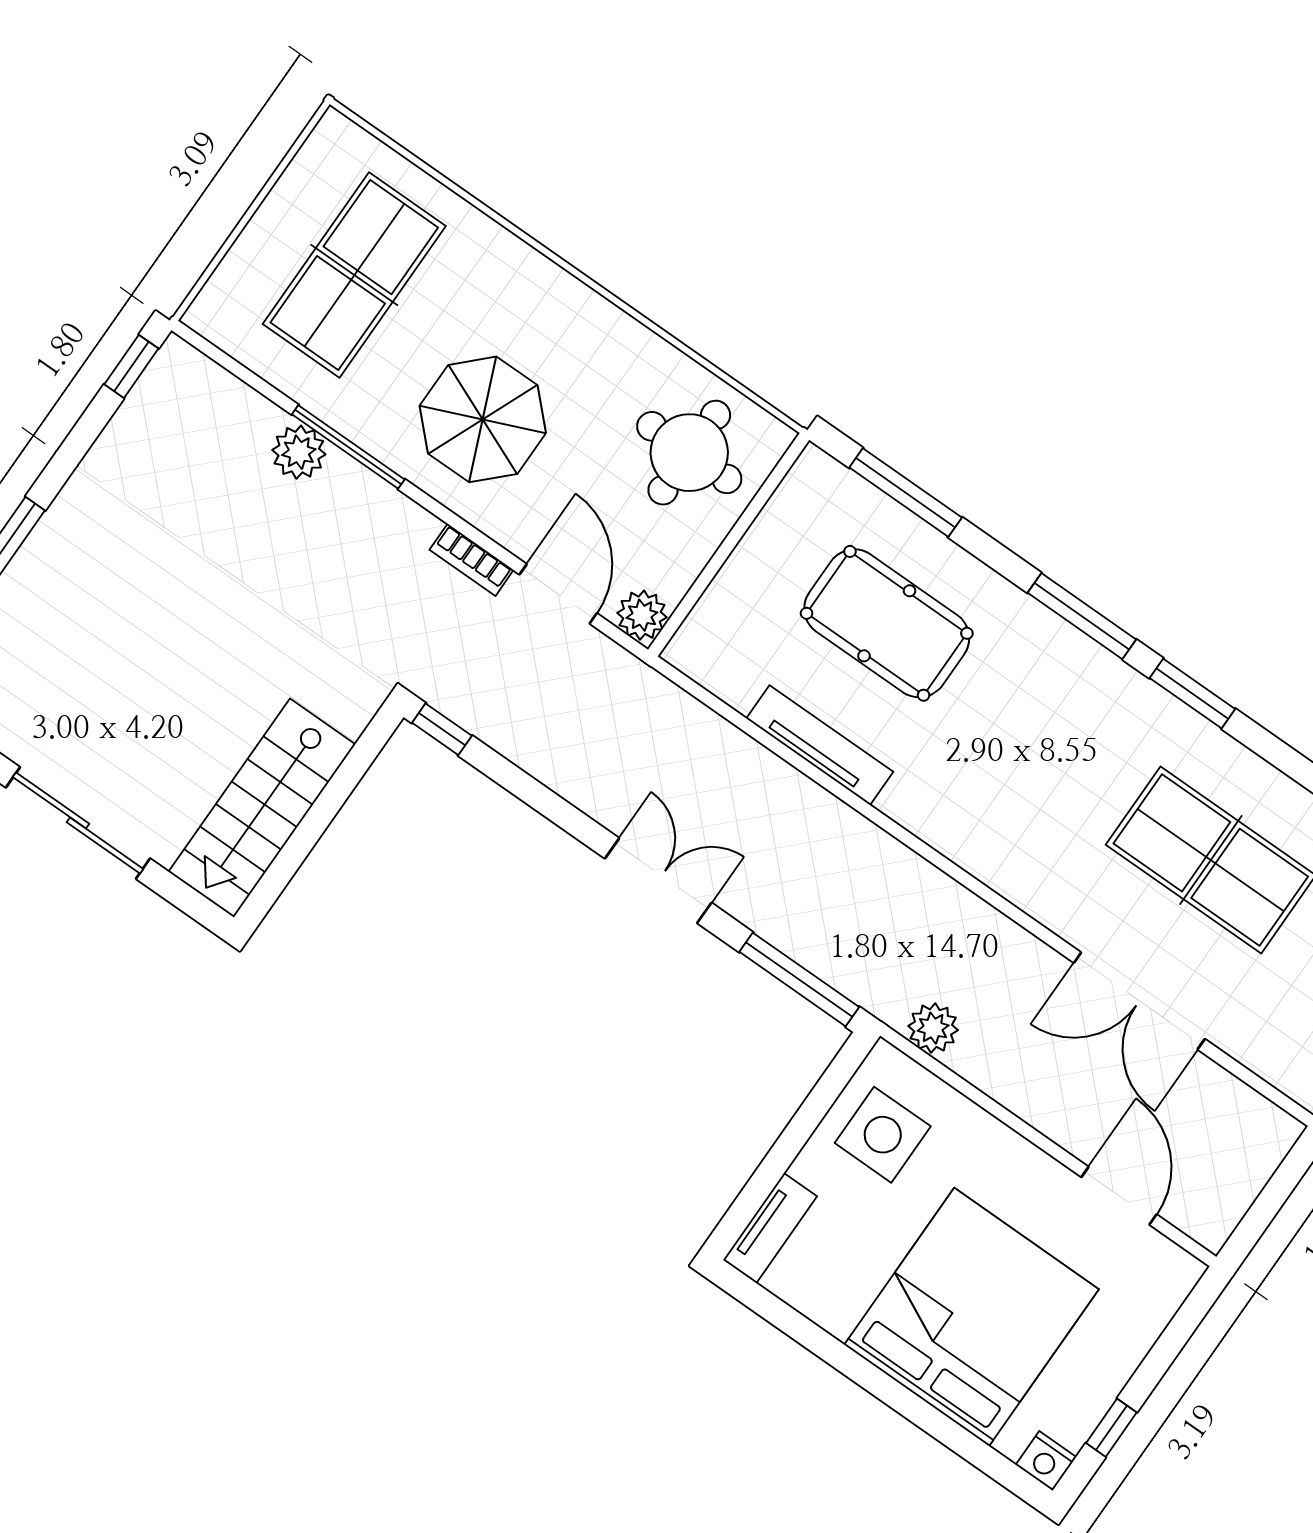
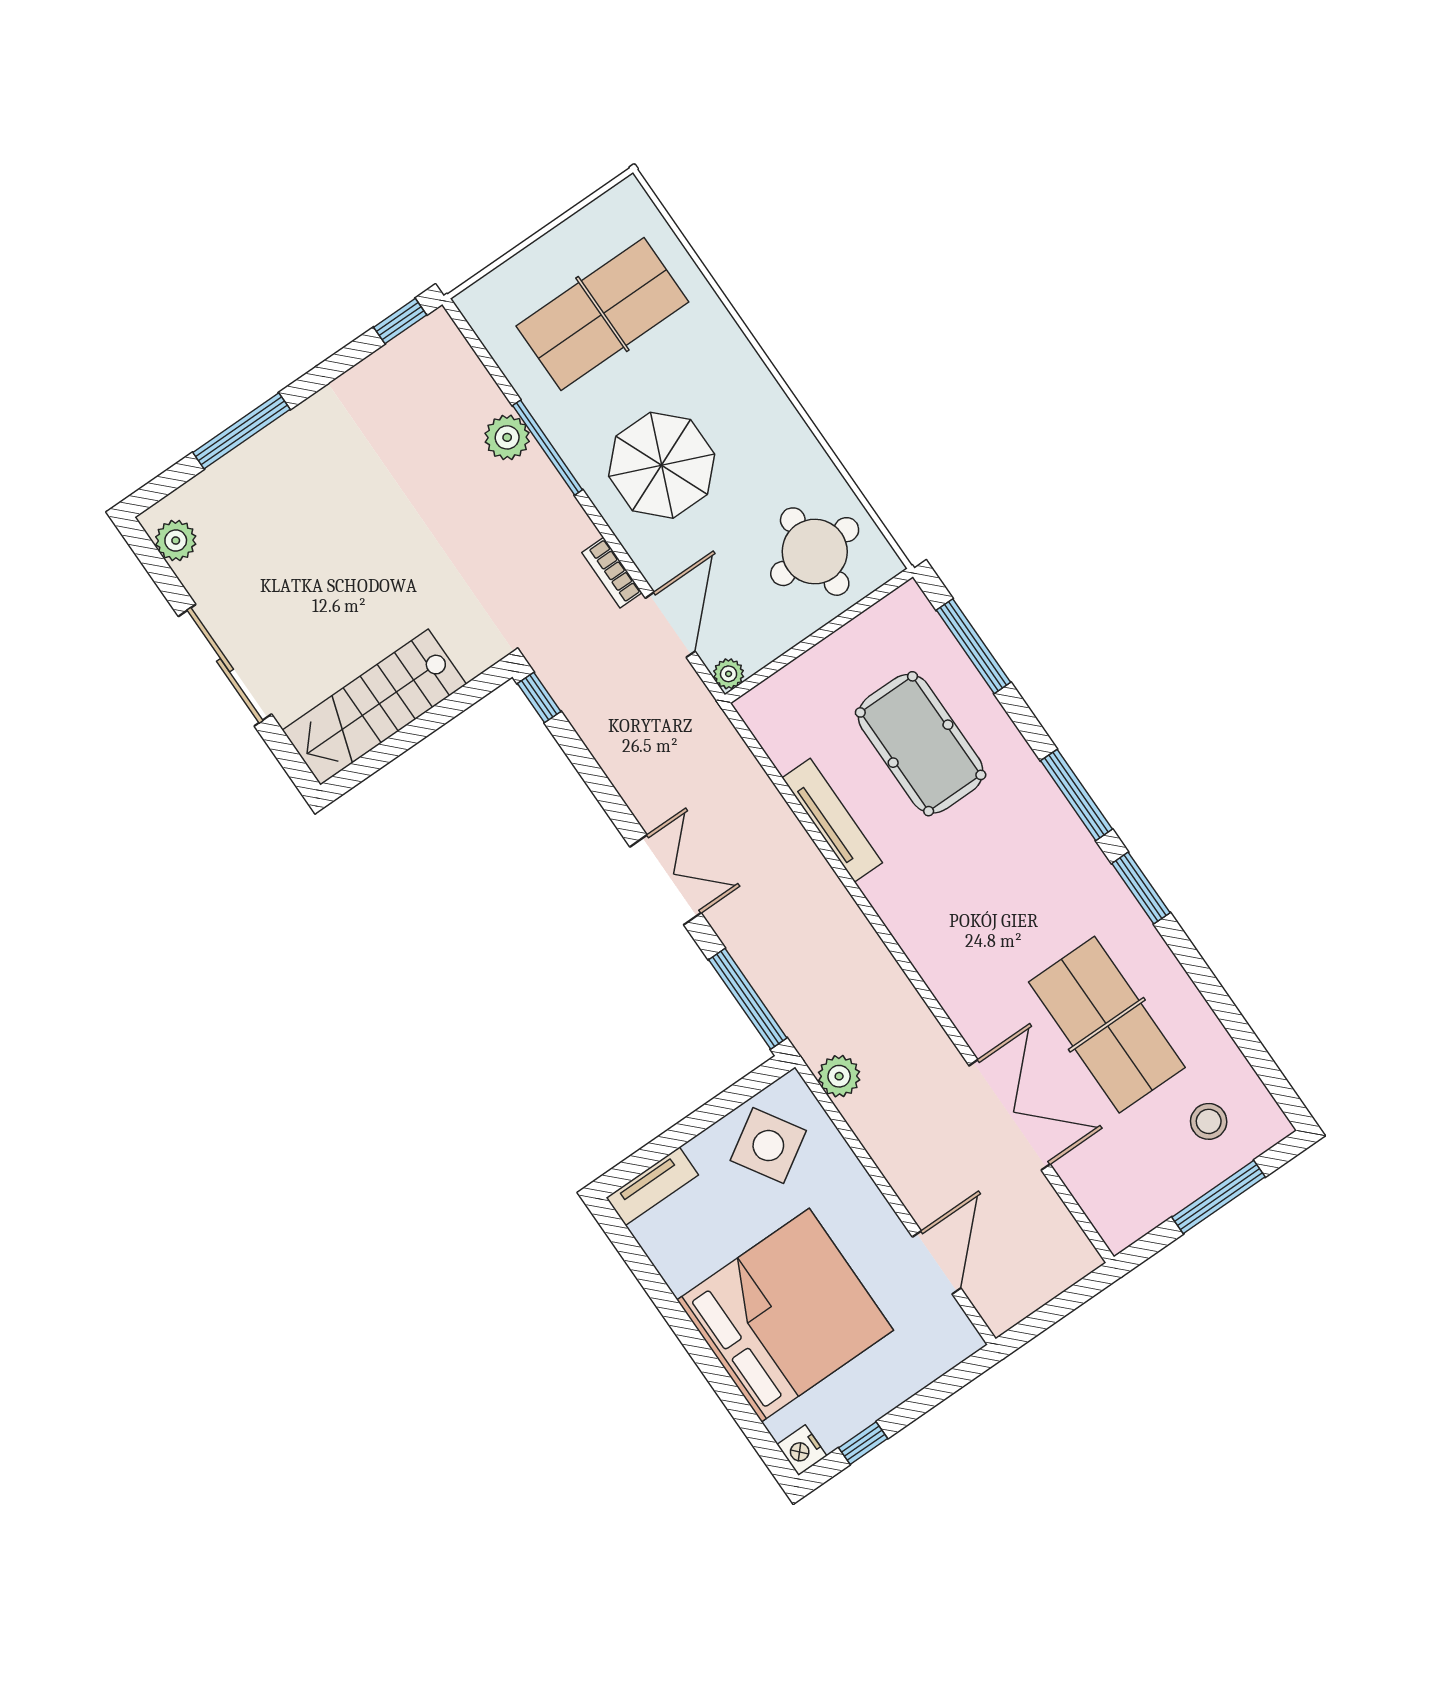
plant: (642, 615) -> (729, 674), width x0.73, depth x0.73
double door: (1139, 1001) -> (1010, 1115), swing flipped
side table: (883, 1135) -> (768, 1146), turned -32

